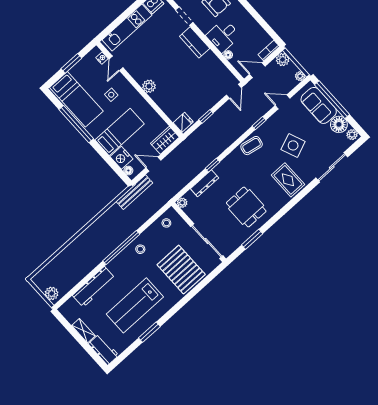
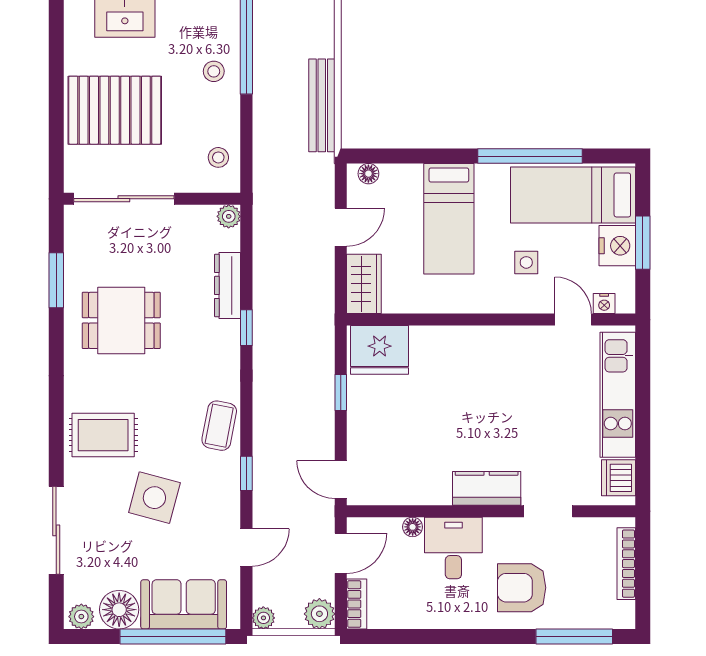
plant: (149, 86) -> (482, 341), removed
fridge: (183, 122) -> (380, 350), width x1.88, depth x1.34
side table: (293, 145) -> (154, 498), turned 37
nightstand: (121, 158) -> (617, 246), moved, turned 90
bench: (134, 192) -> (322, 105), moved

